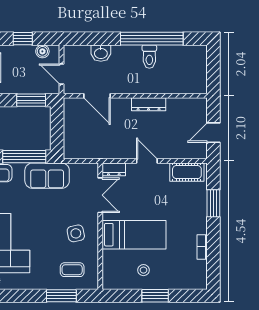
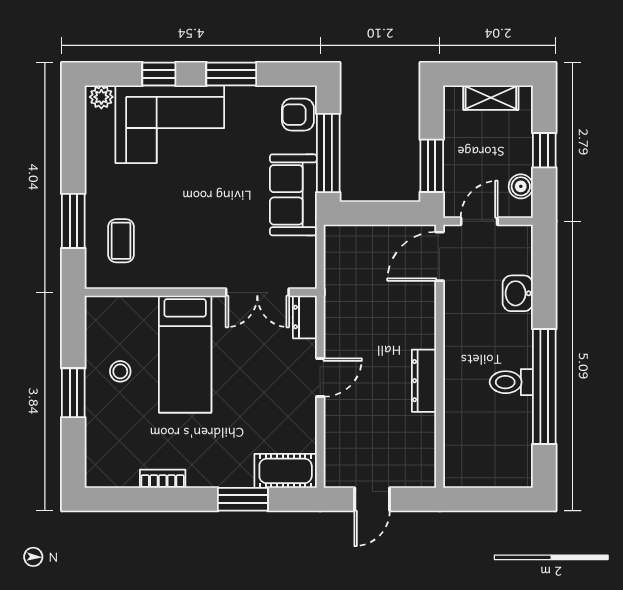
door: (97, 96) -> (440, 256), moved
door: (213, 133) -> (372, 499), swing flipped
cot: (187, 172) -> (286, 471), moved, turned 90
side table: (76, 233) -> (188, 248), removed

